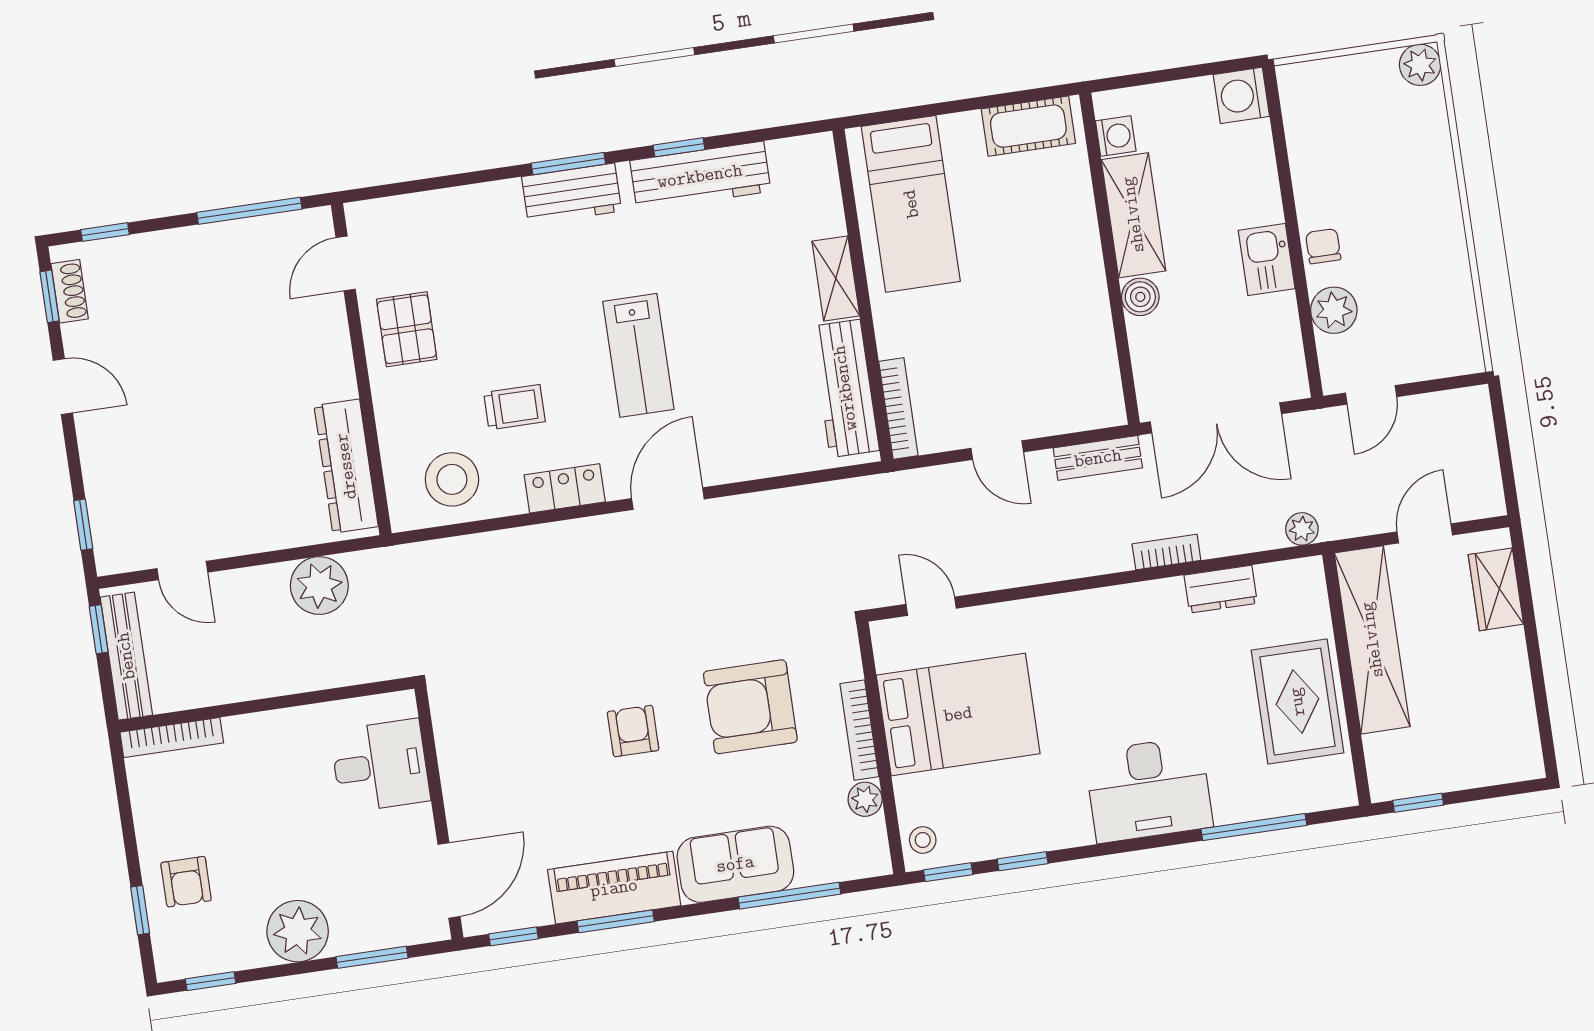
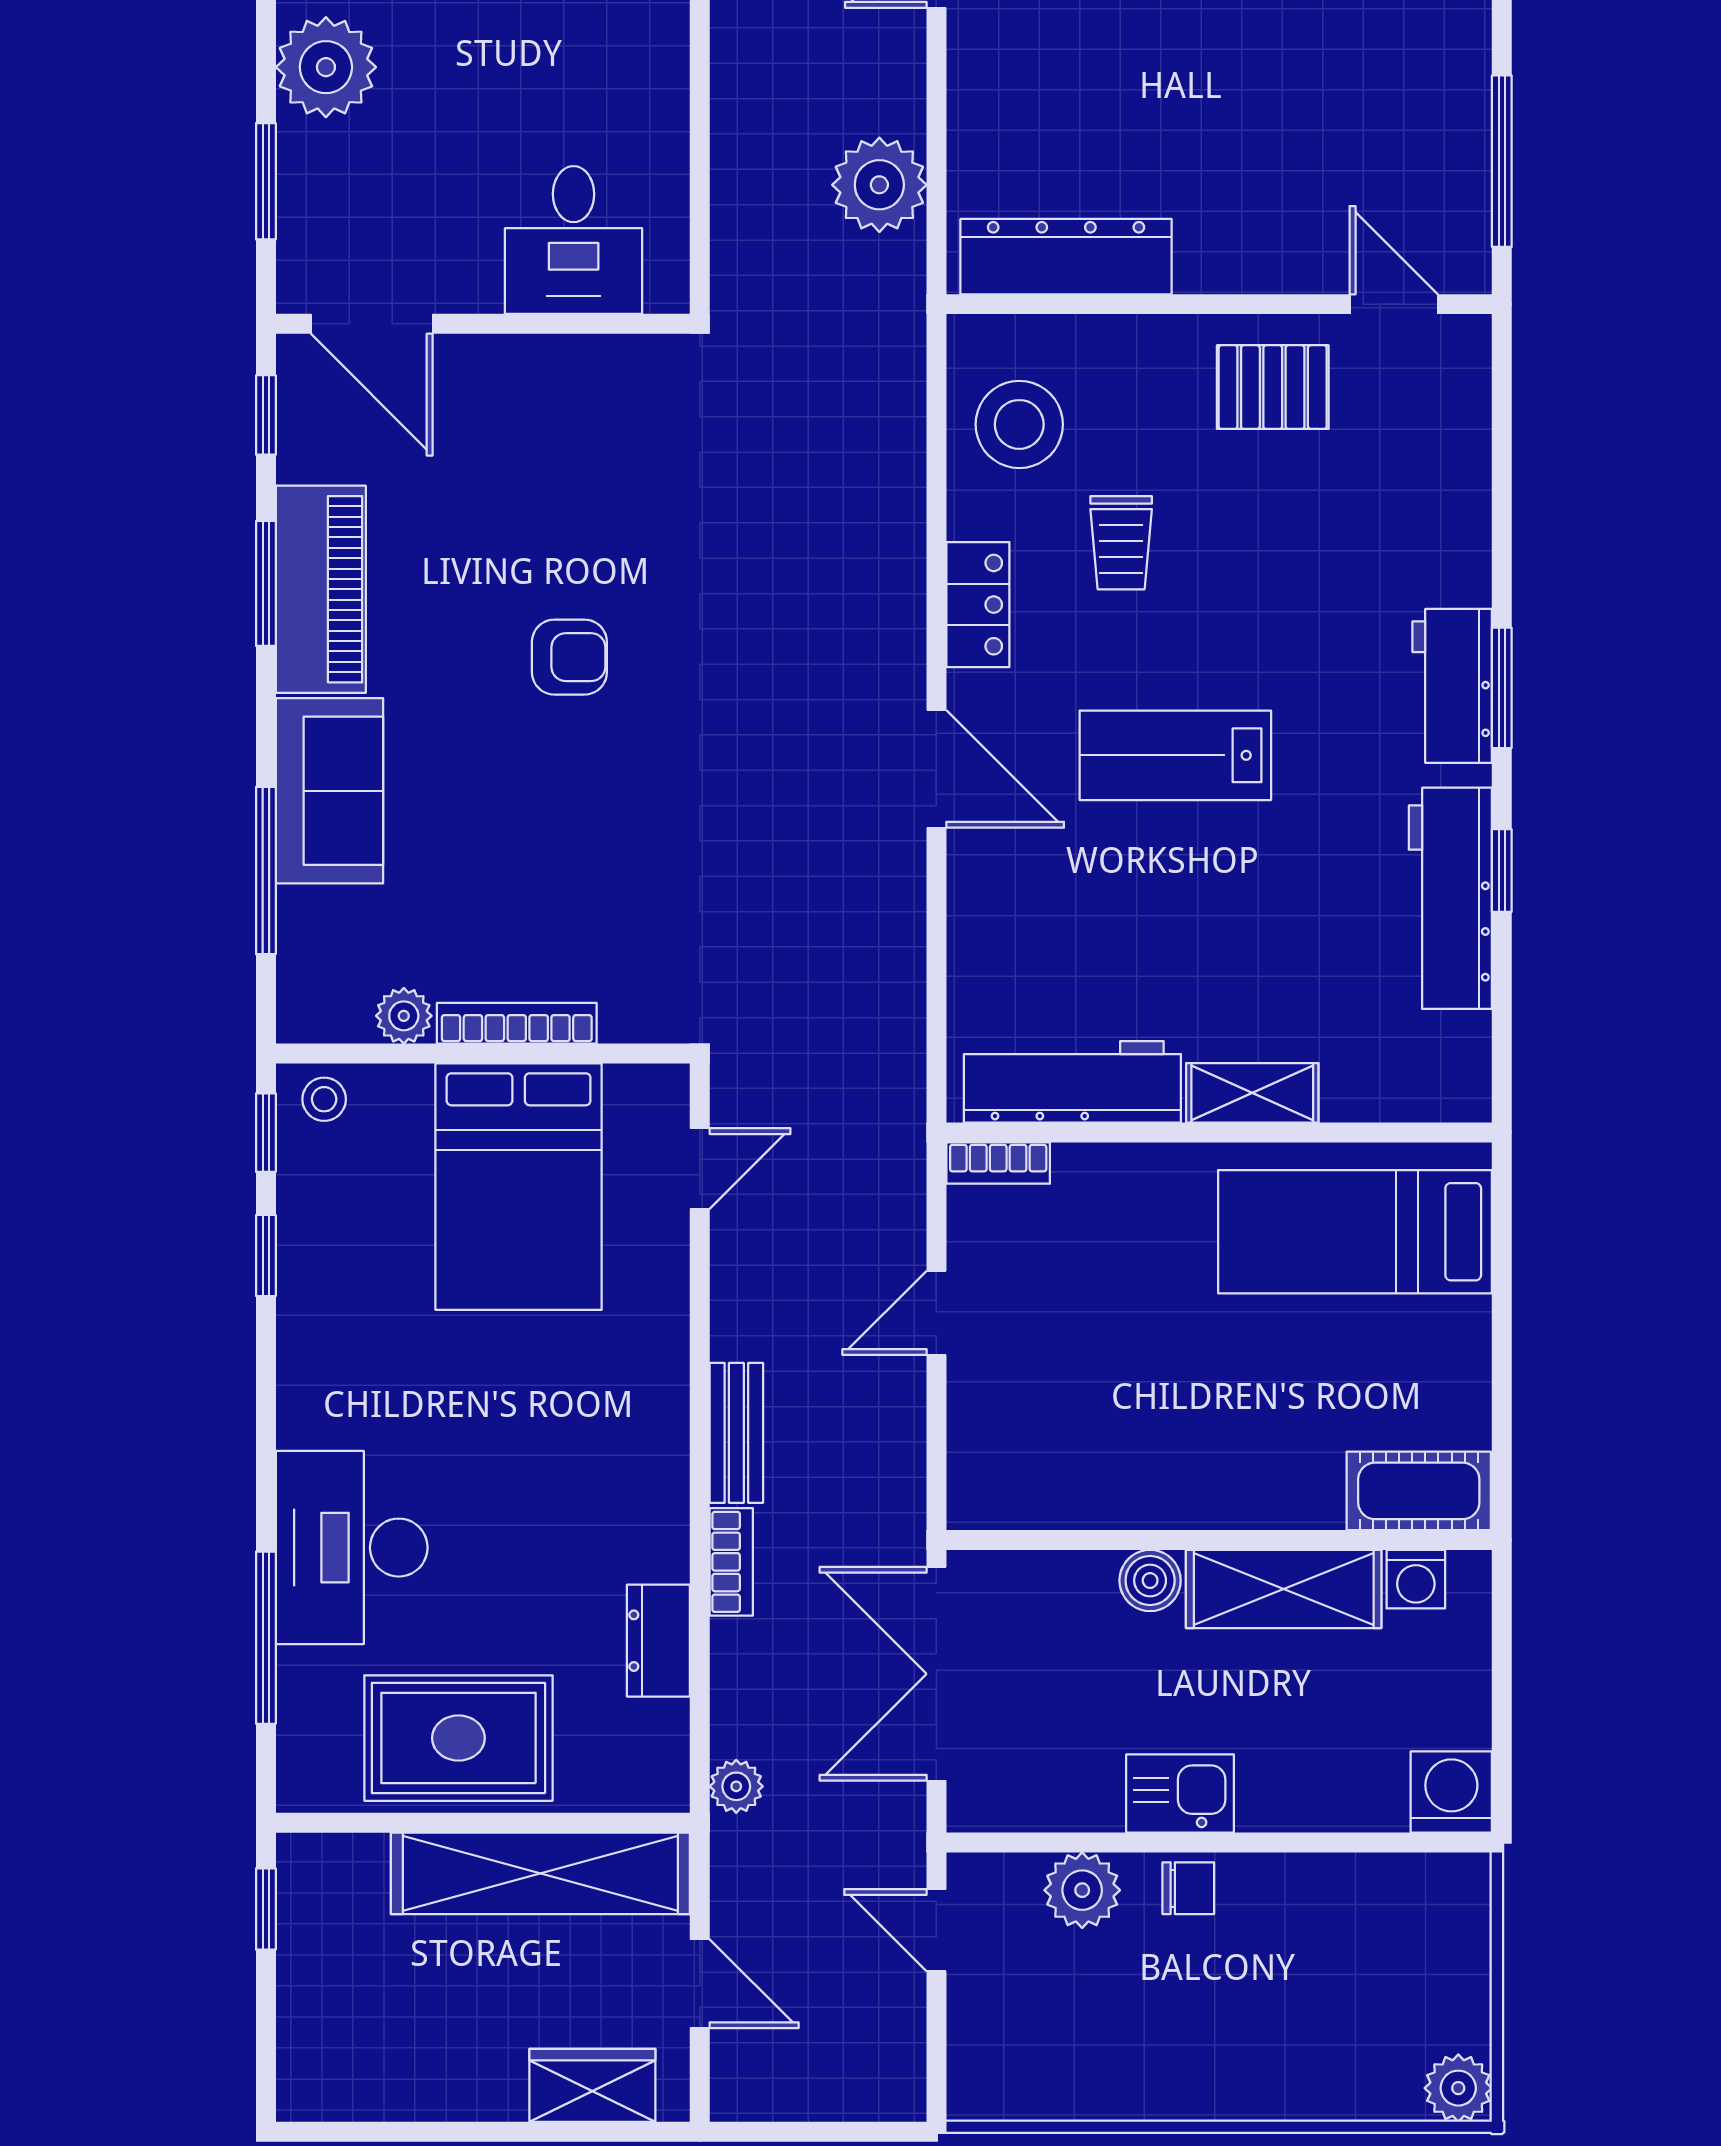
cot: (1028, 126) -> (1419, 1491), moved, turned 90
bookcase: (898, 408) -> (998, 1163), width x0.64
bench: (1098, 458) -> (736, 1433), moved
armchair: (750, 707) -> (581, 852), removed
desk: (1149, 790) -> (352, 1548), moved

